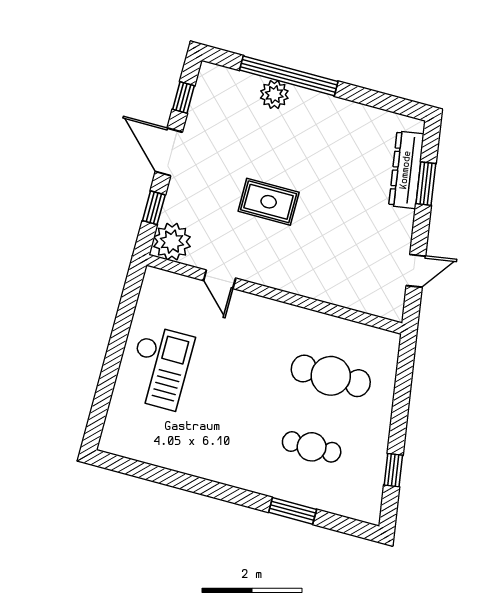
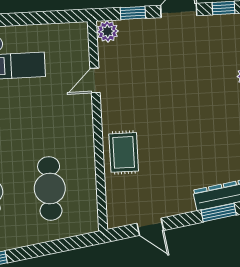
rug: (269, 202) -> (124, 152), moved
plant: (172, 242) -> (107, 31), width x0.73, depth x0.73

